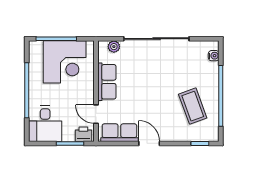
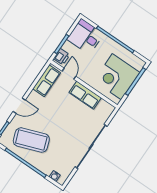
plant: (114, 47) -> (105, 115), removed
coffee table: (193, 106) -> (31, 140), width x1.36, depth x1.32
door: (96, 114) -> (69, 74), hinge flipped
door: (149, 143) -> (19, 106), moved

